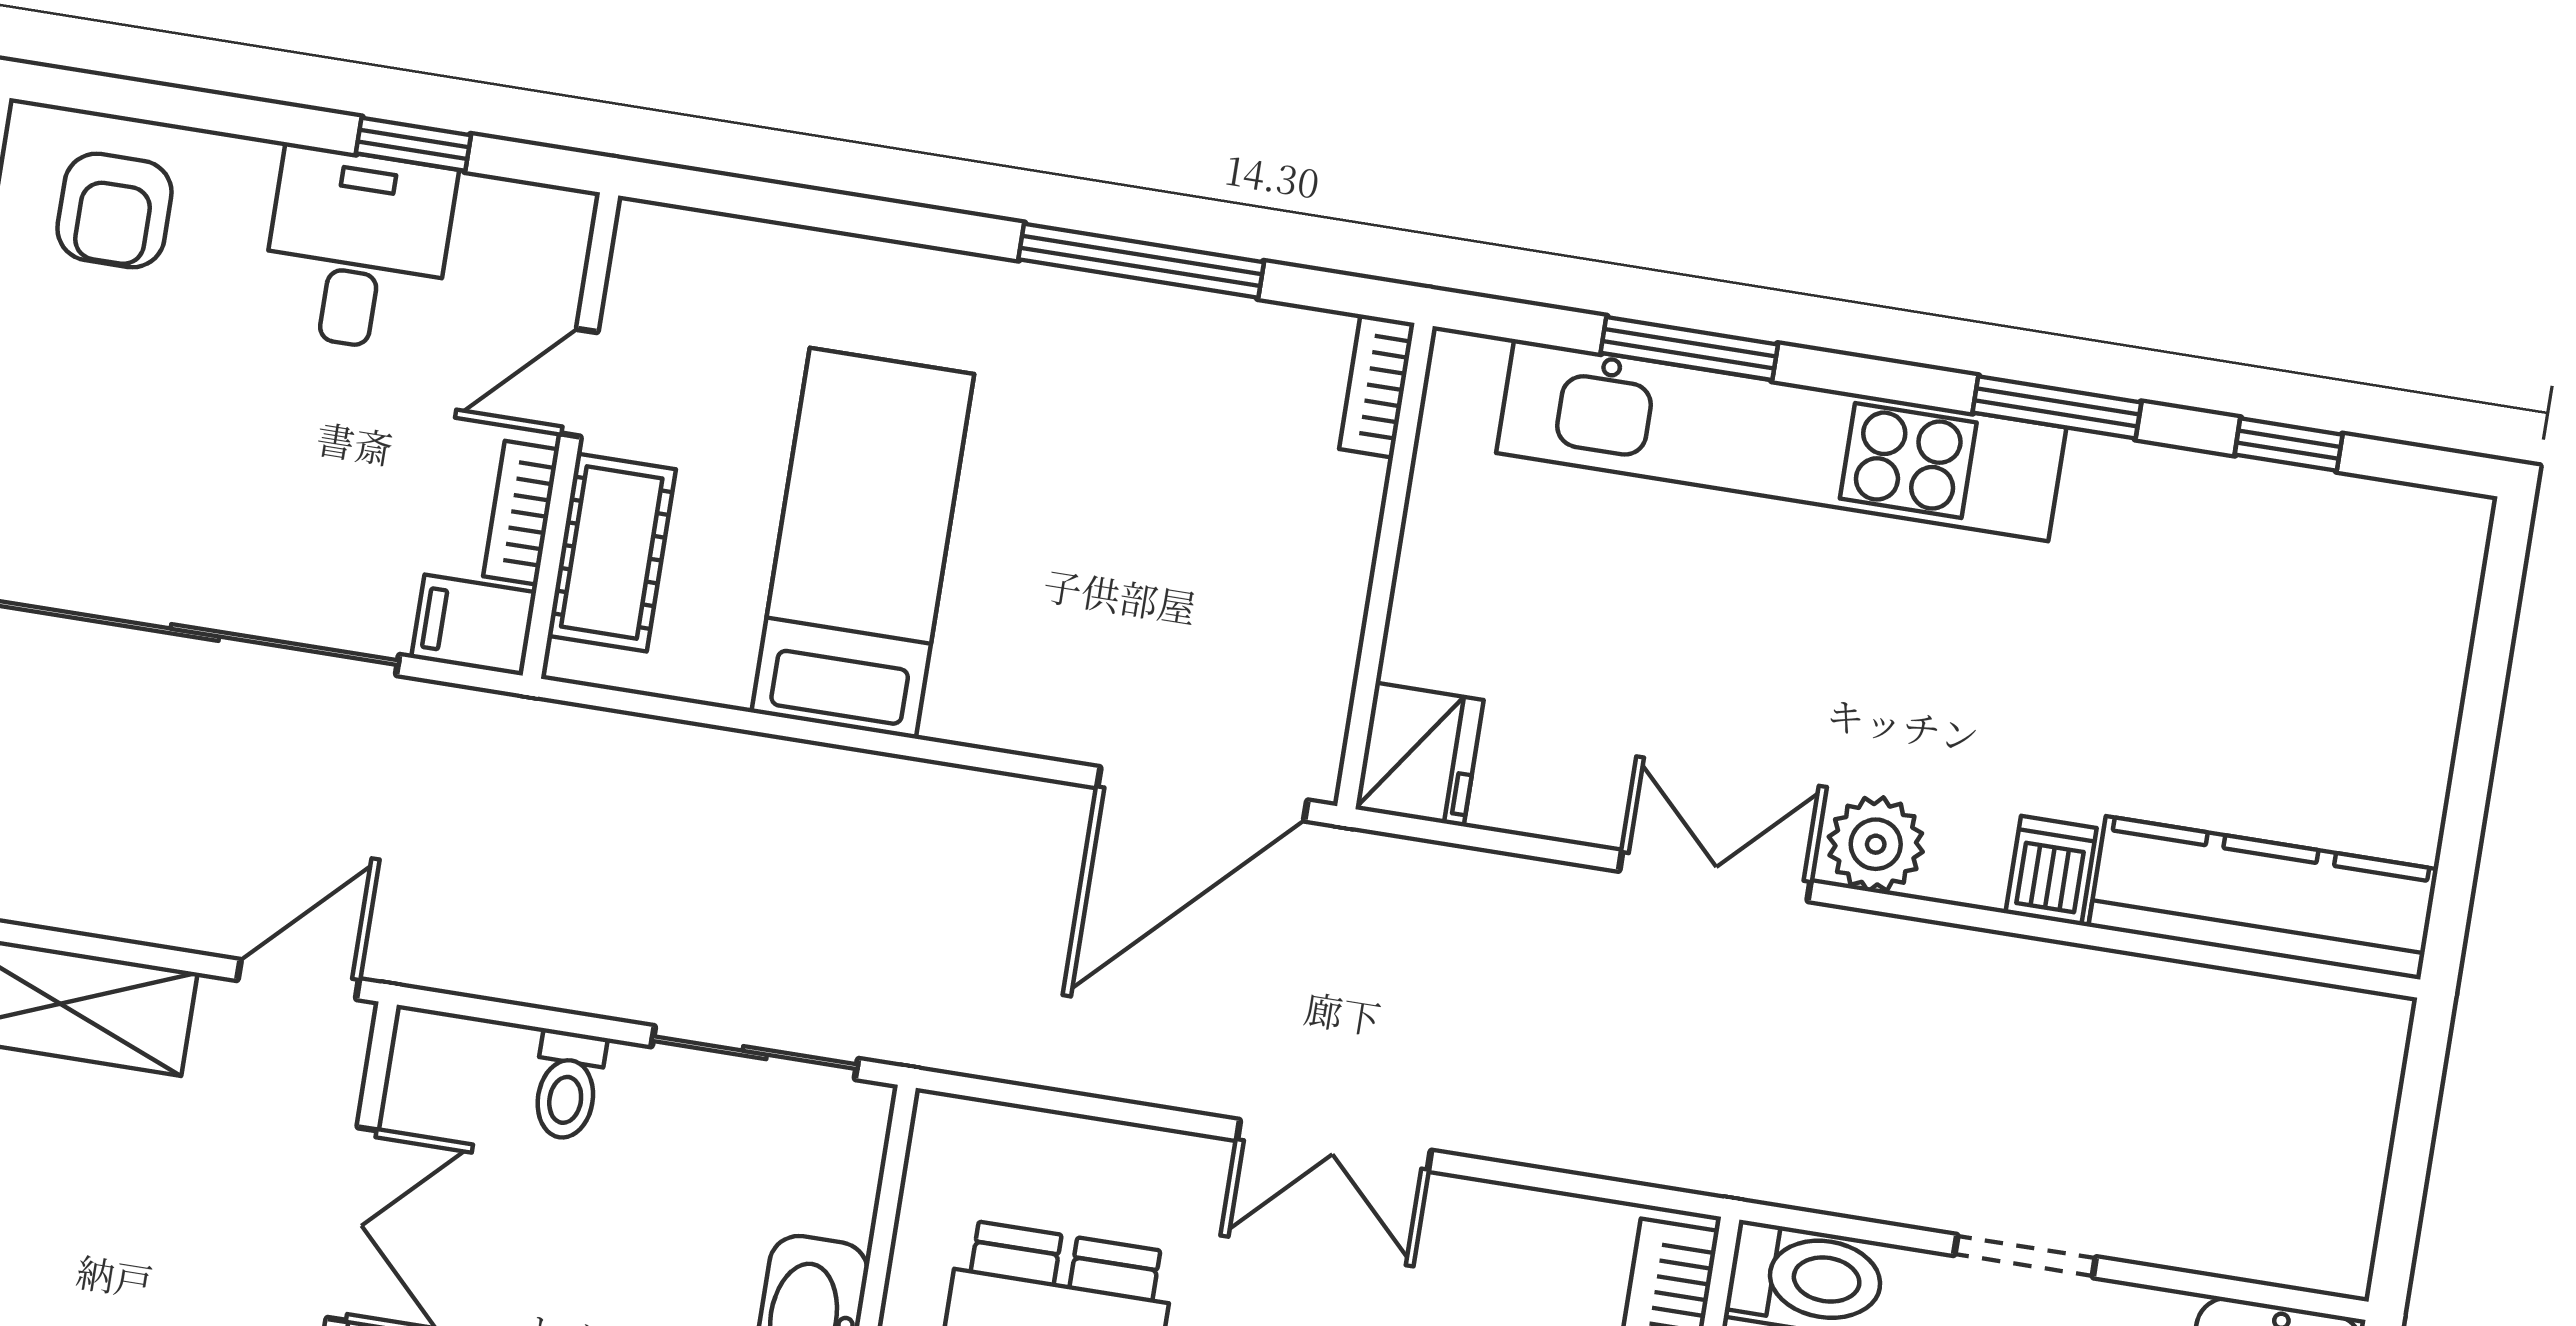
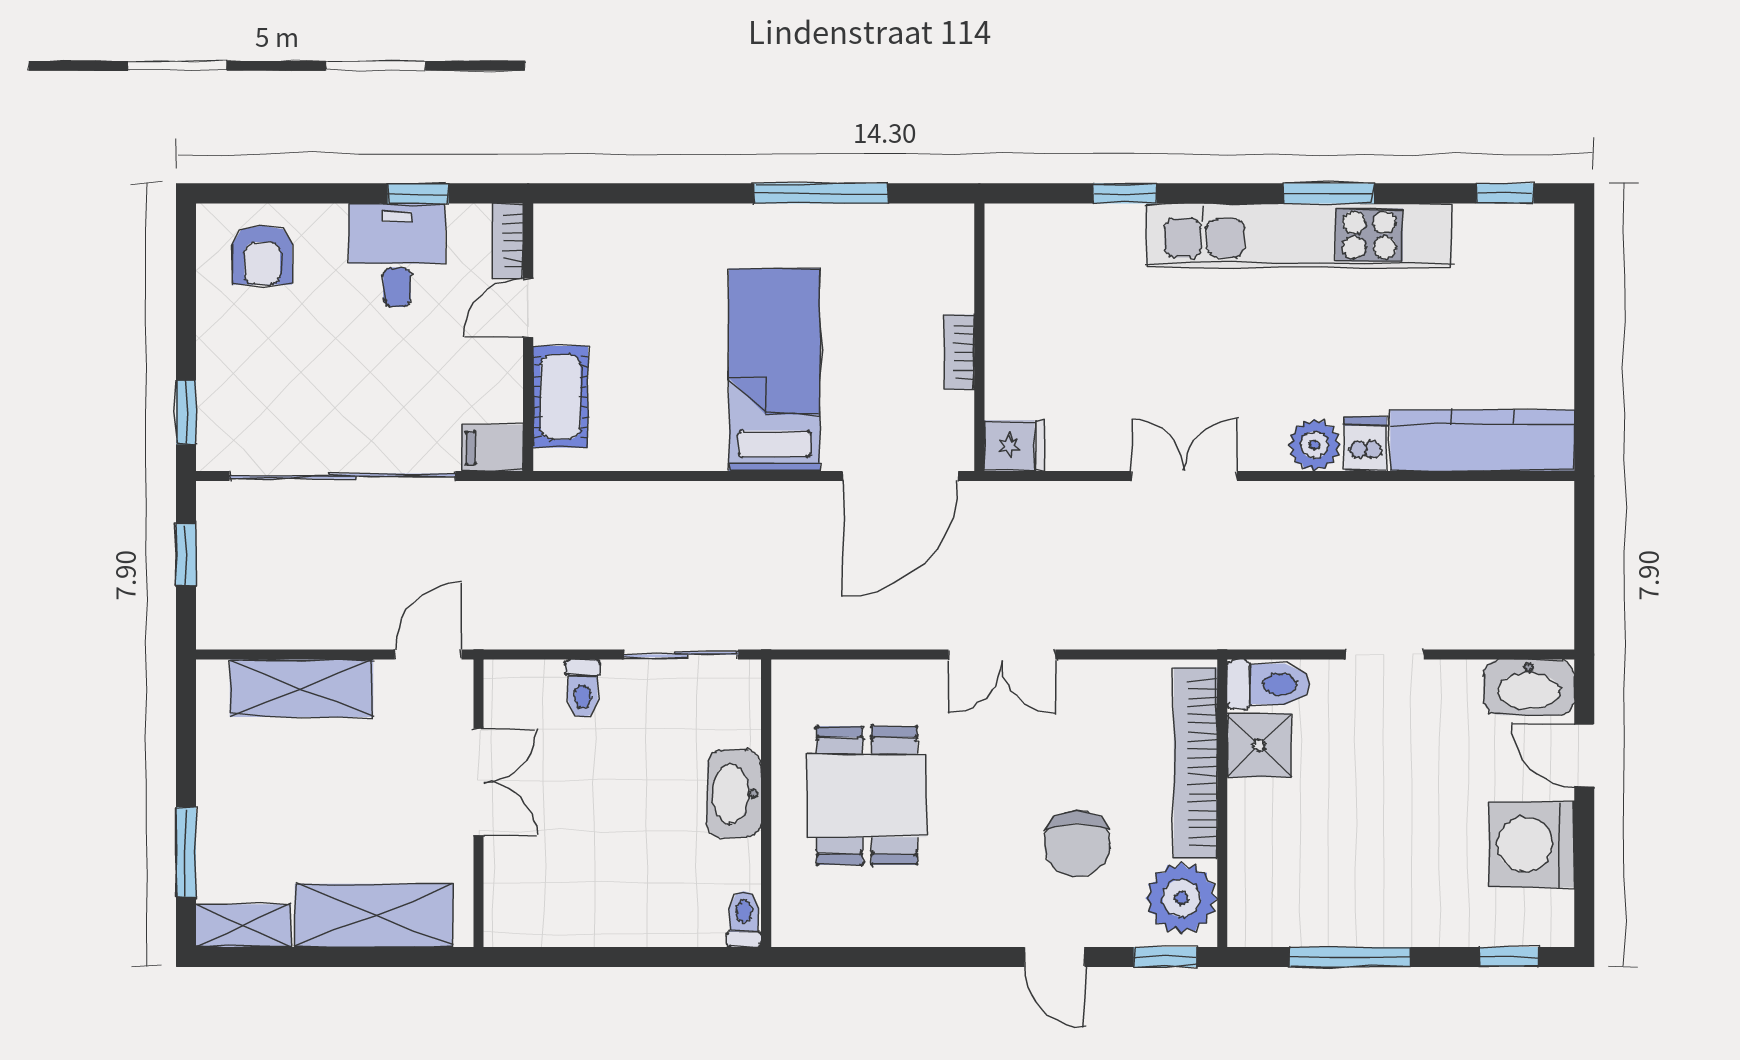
window: (1689, 349) -> (1125, 193), width x0.67
bookcase: (1377, 386) -> (959, 352), moved
kitchen unit: (1781, 440) -> (1299, 235), moved
window: (2289, 445) -> (1505, 193), moved
bookcase: (521, 513) -> (508, 241), moved
bed: (863, 543) -> (775, 370), moved
fridge: (1419, 754) -> (1014, 445), width x0.72
plant: (1876, 844) -> (1314, 445), moved

